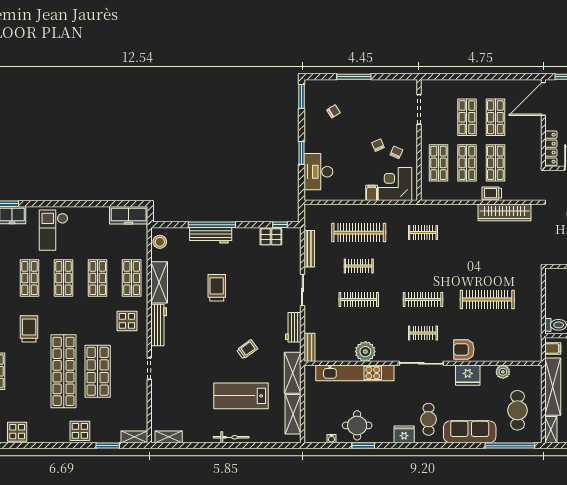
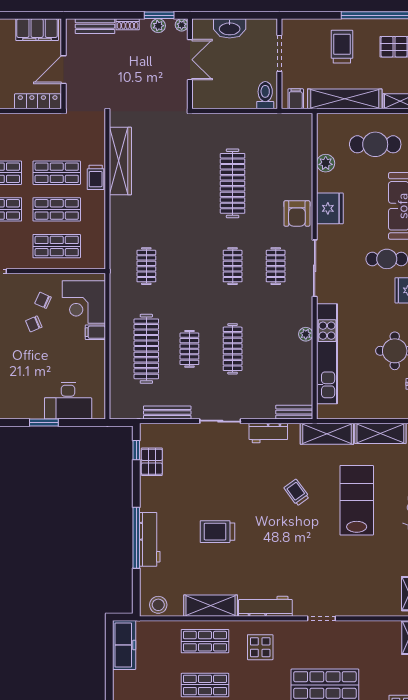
clothes rail: (423, 300) -> (233, 266), width x0.73
plant: (365, 352) -> (306, 334), width x0.53, depth x0.53
lab bench: (241, 396) -> (357, 500), turned 180

